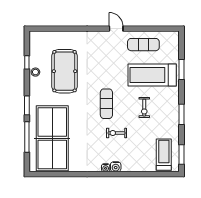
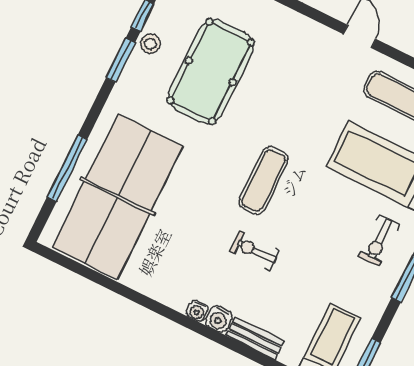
window: (27, 105) -> (120, 60), moved
exercise bike: (144, 108) -> (379, 241), moved
bench: (134, 167) -> (255, 338), added

